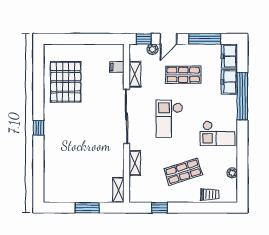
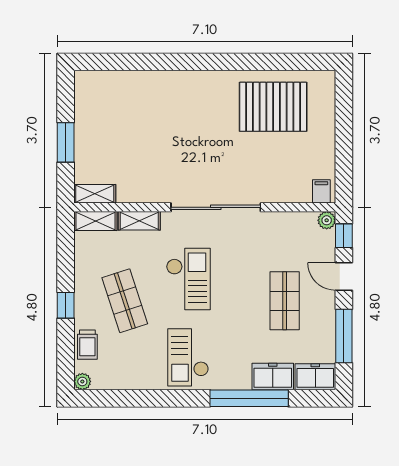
plant: (153, 49) -> (327, 220), moved
filing cabinet: (117, 67) -> (321, 191), moved
shelving: (135, 74) -> (96, 221), moved
checkout: (169, 119) -> (188, 279), moved, turned 90
window: (38, 128) -> (197, 62), removed
plant: (232, 173) -> (82, 381), moved
window: (159, 208) -> (66, 305), moved

